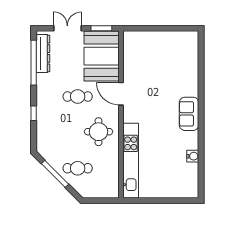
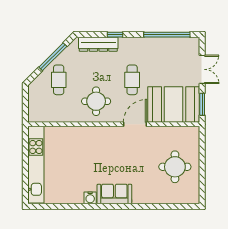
dresser: (43, 53) -> (98, 44), moved
round table: (163, 55) -> (175, 167), added
water cooler: (193, 156) -> (90, 198), moved
kitchen unit: (131, 161) -> (36, 165), moved, turned -90

